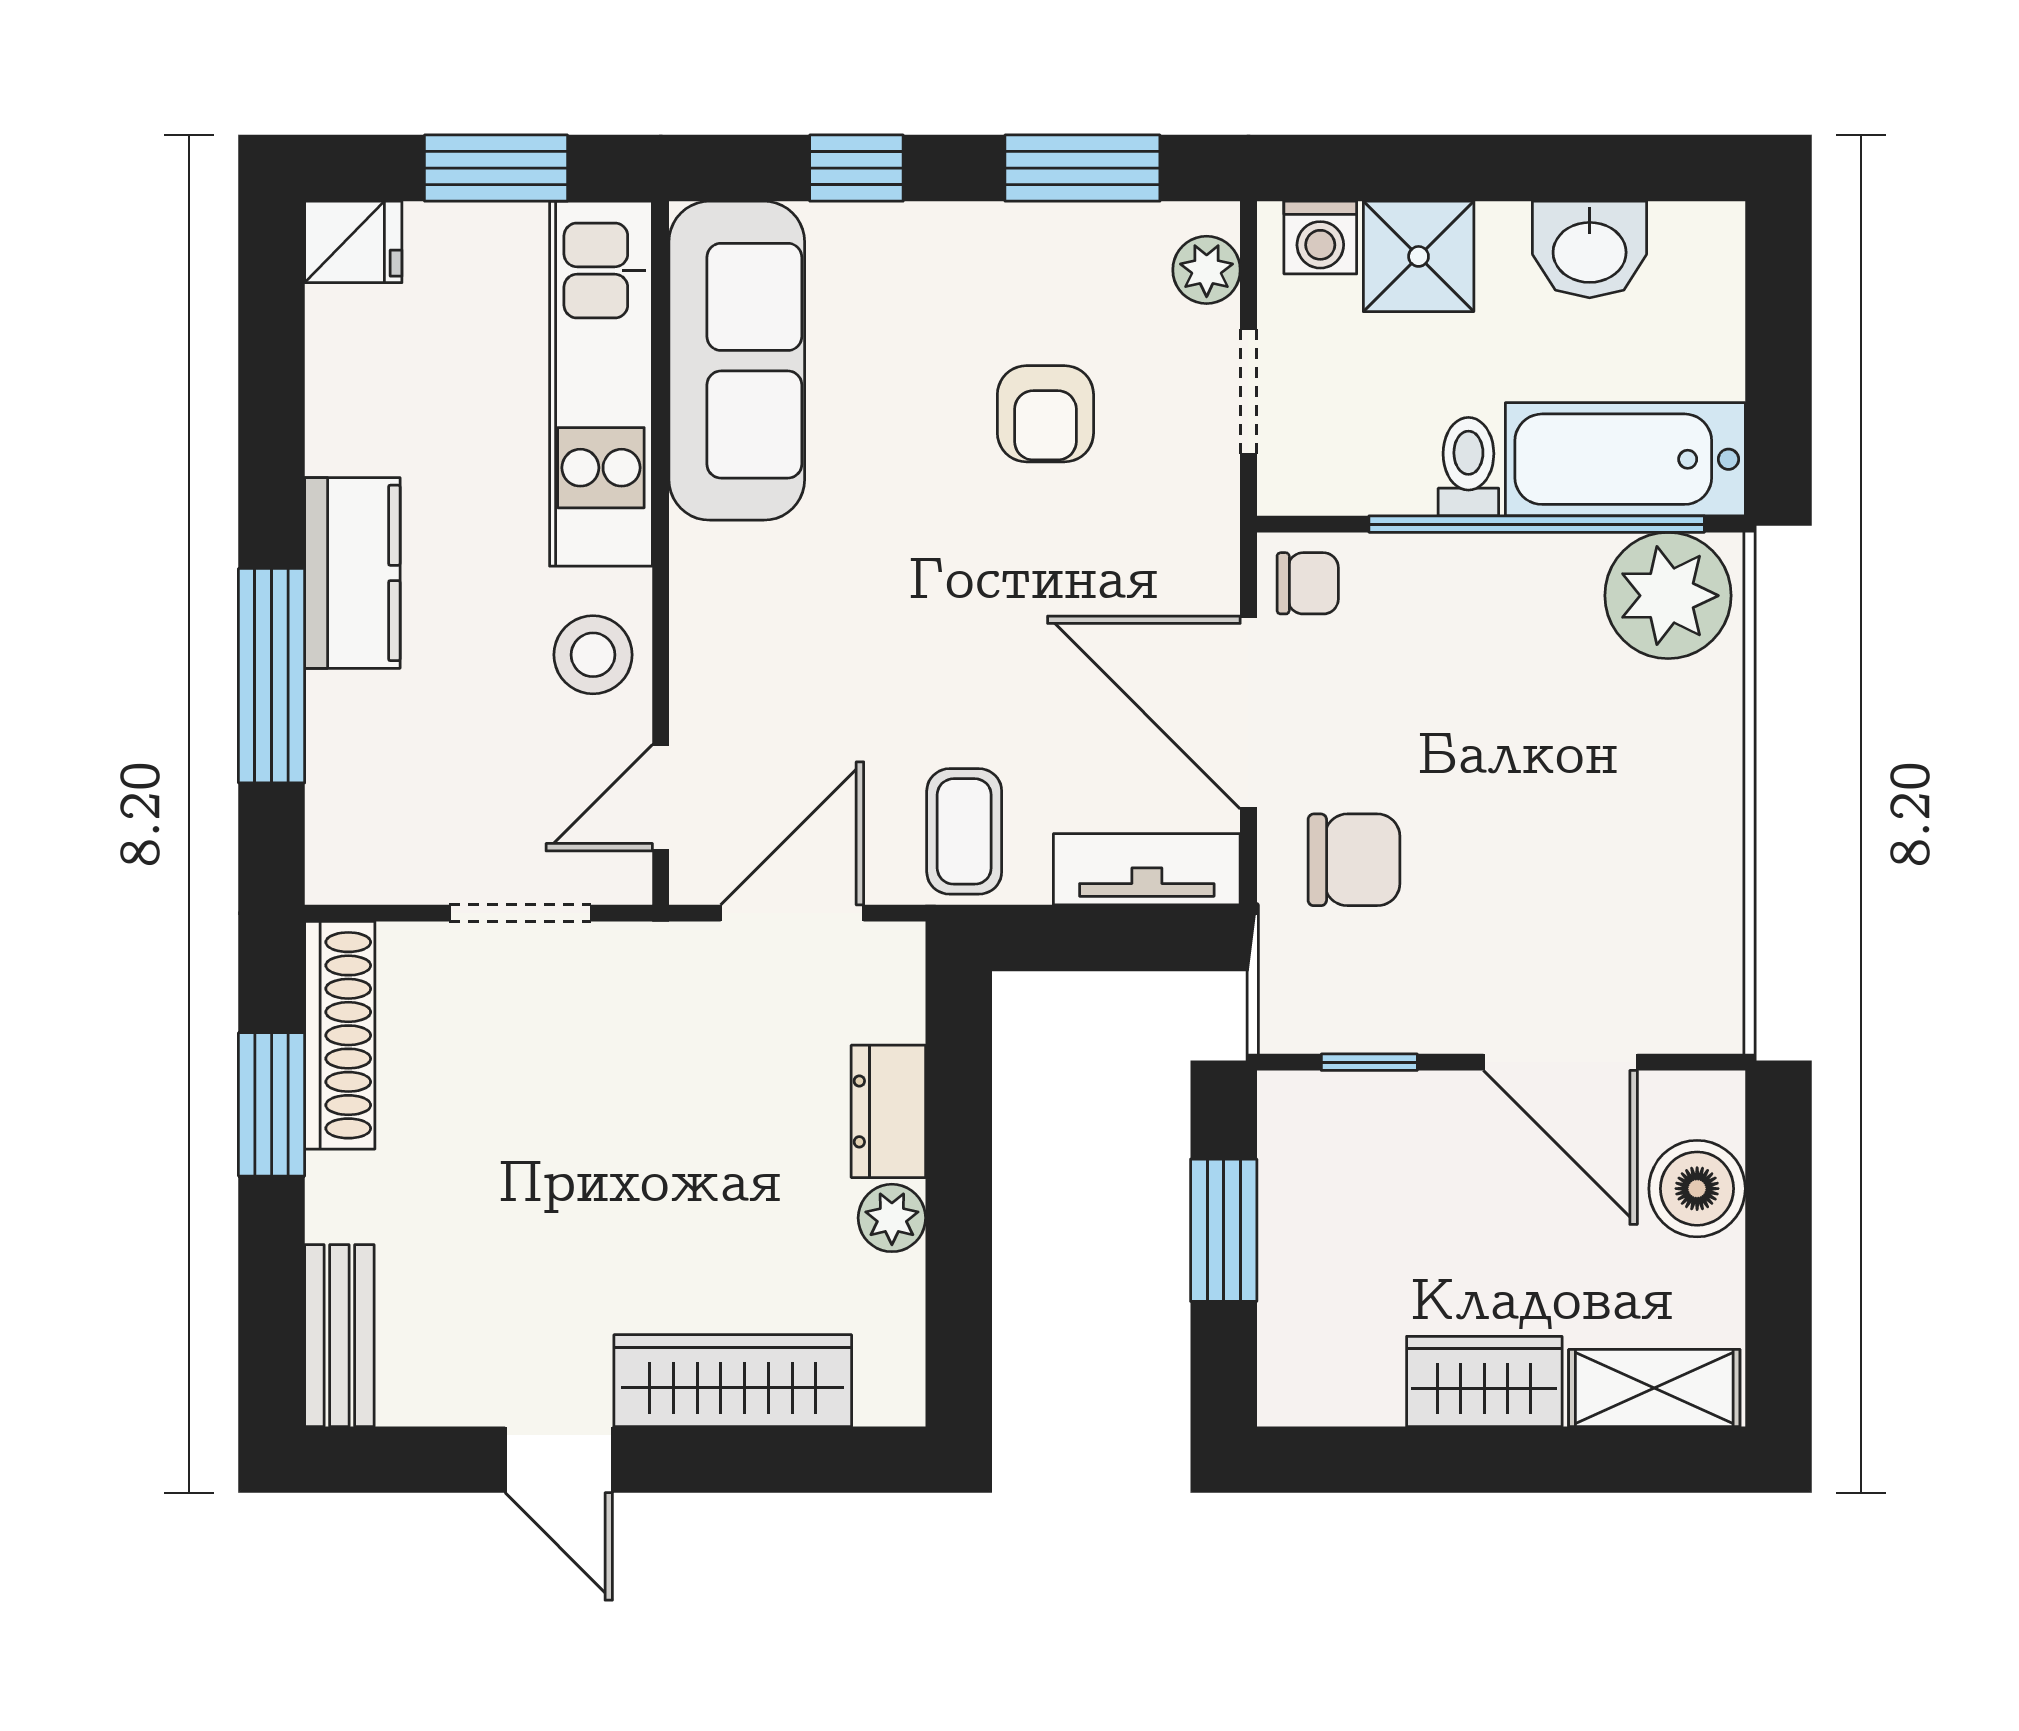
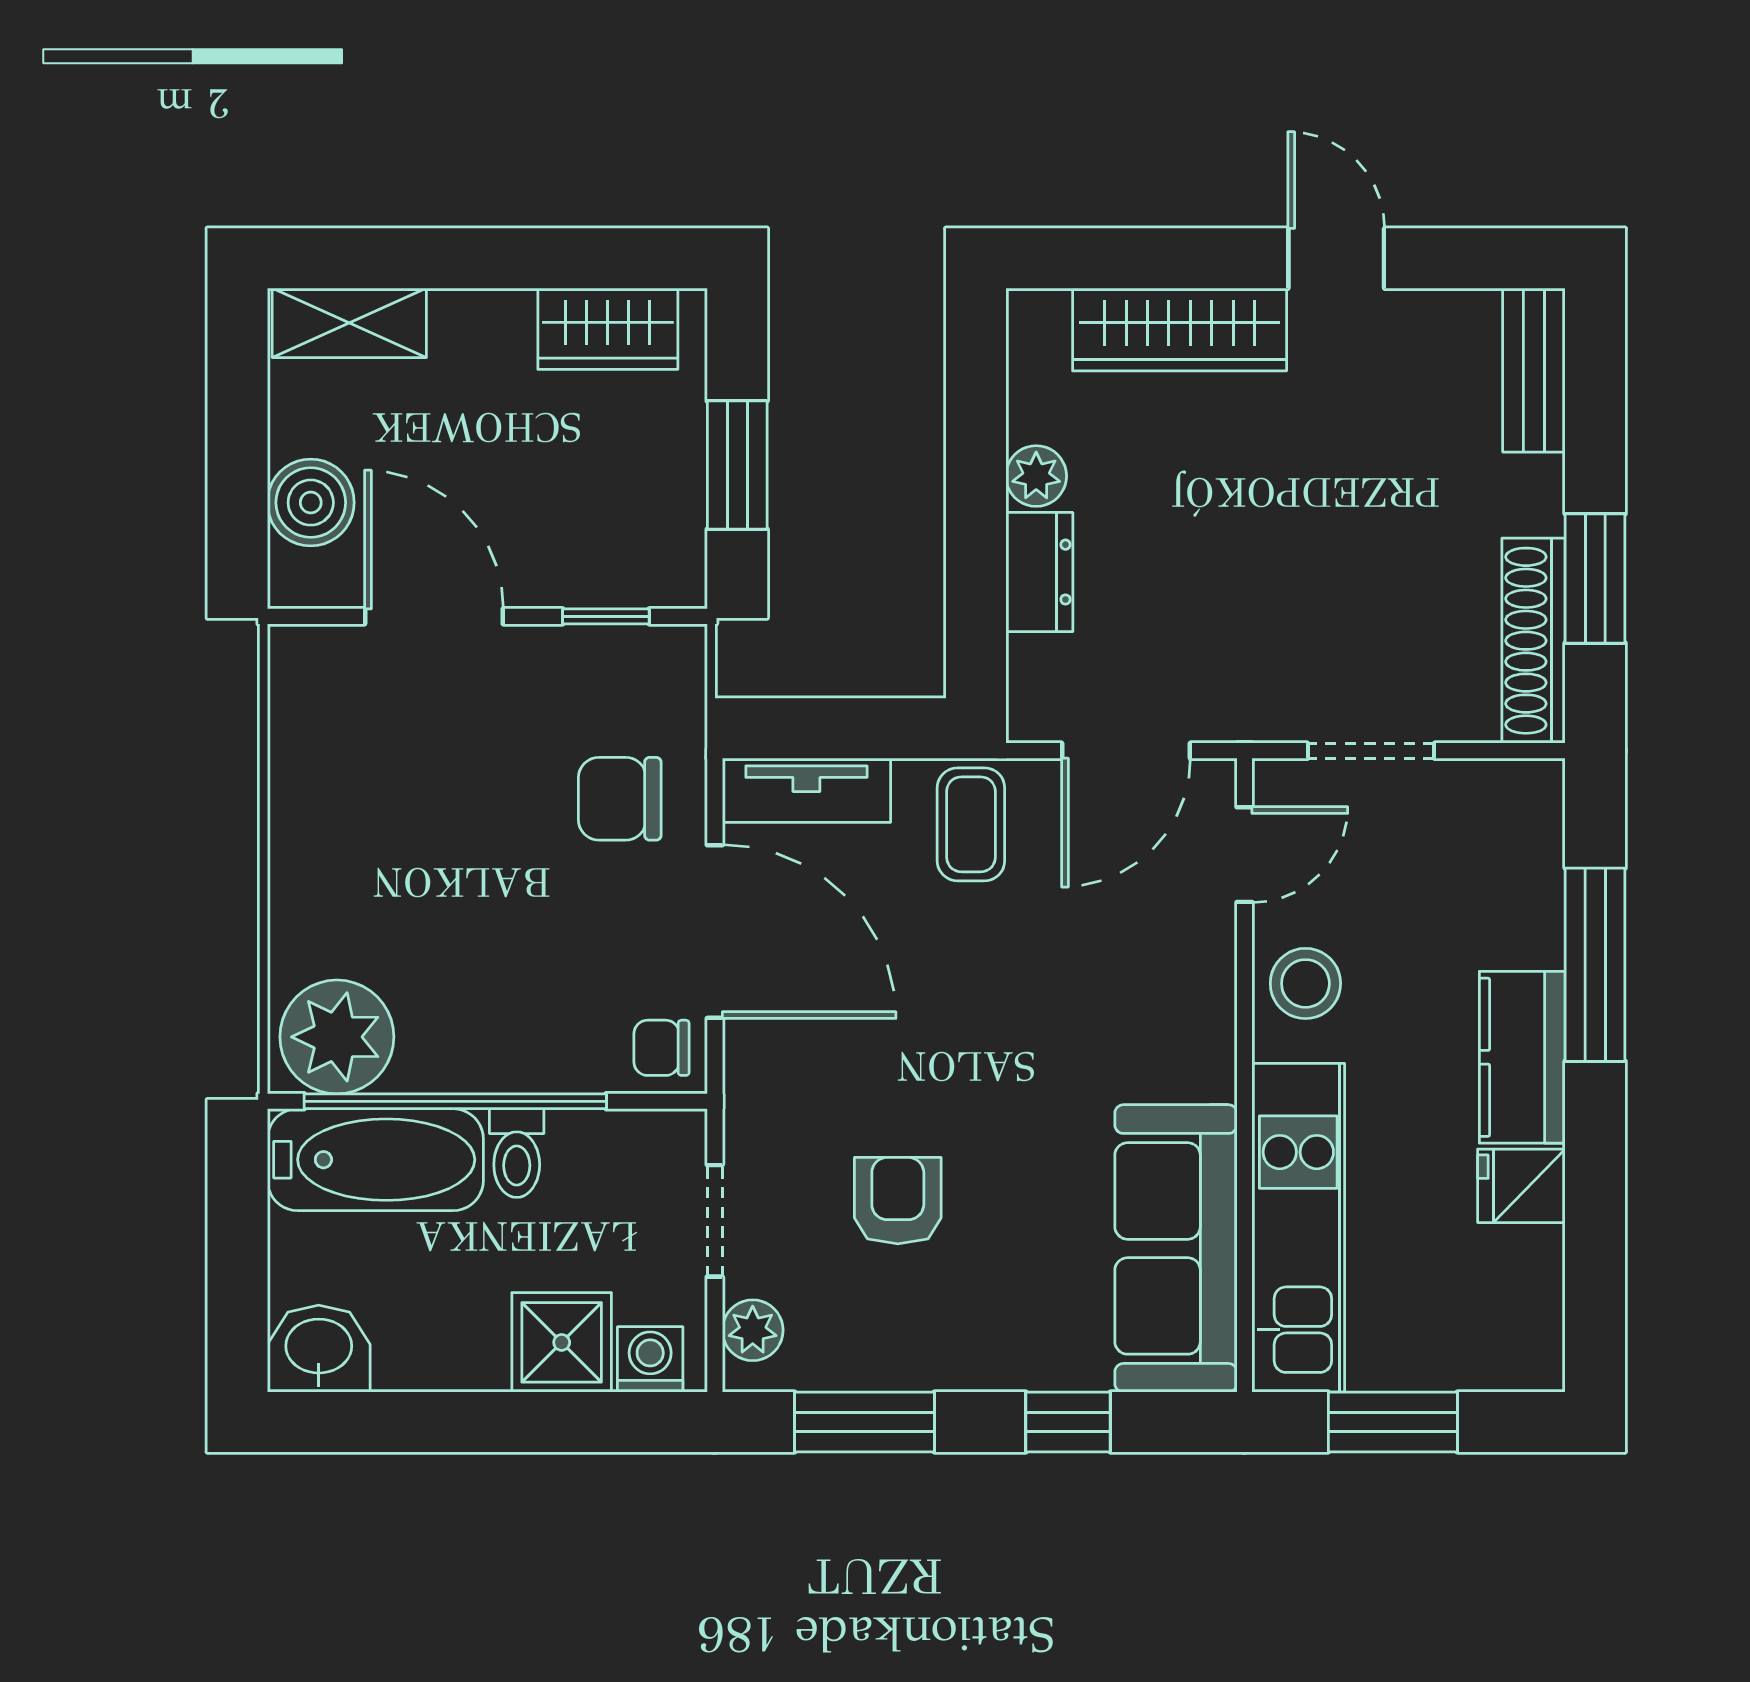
fridge: (353, 242) -> (1521, 1186), moved
washbasin: (1590, 249) -> (319, 1349), moved
wardrobe: (1484, 1381) -> (608, 329), moved

